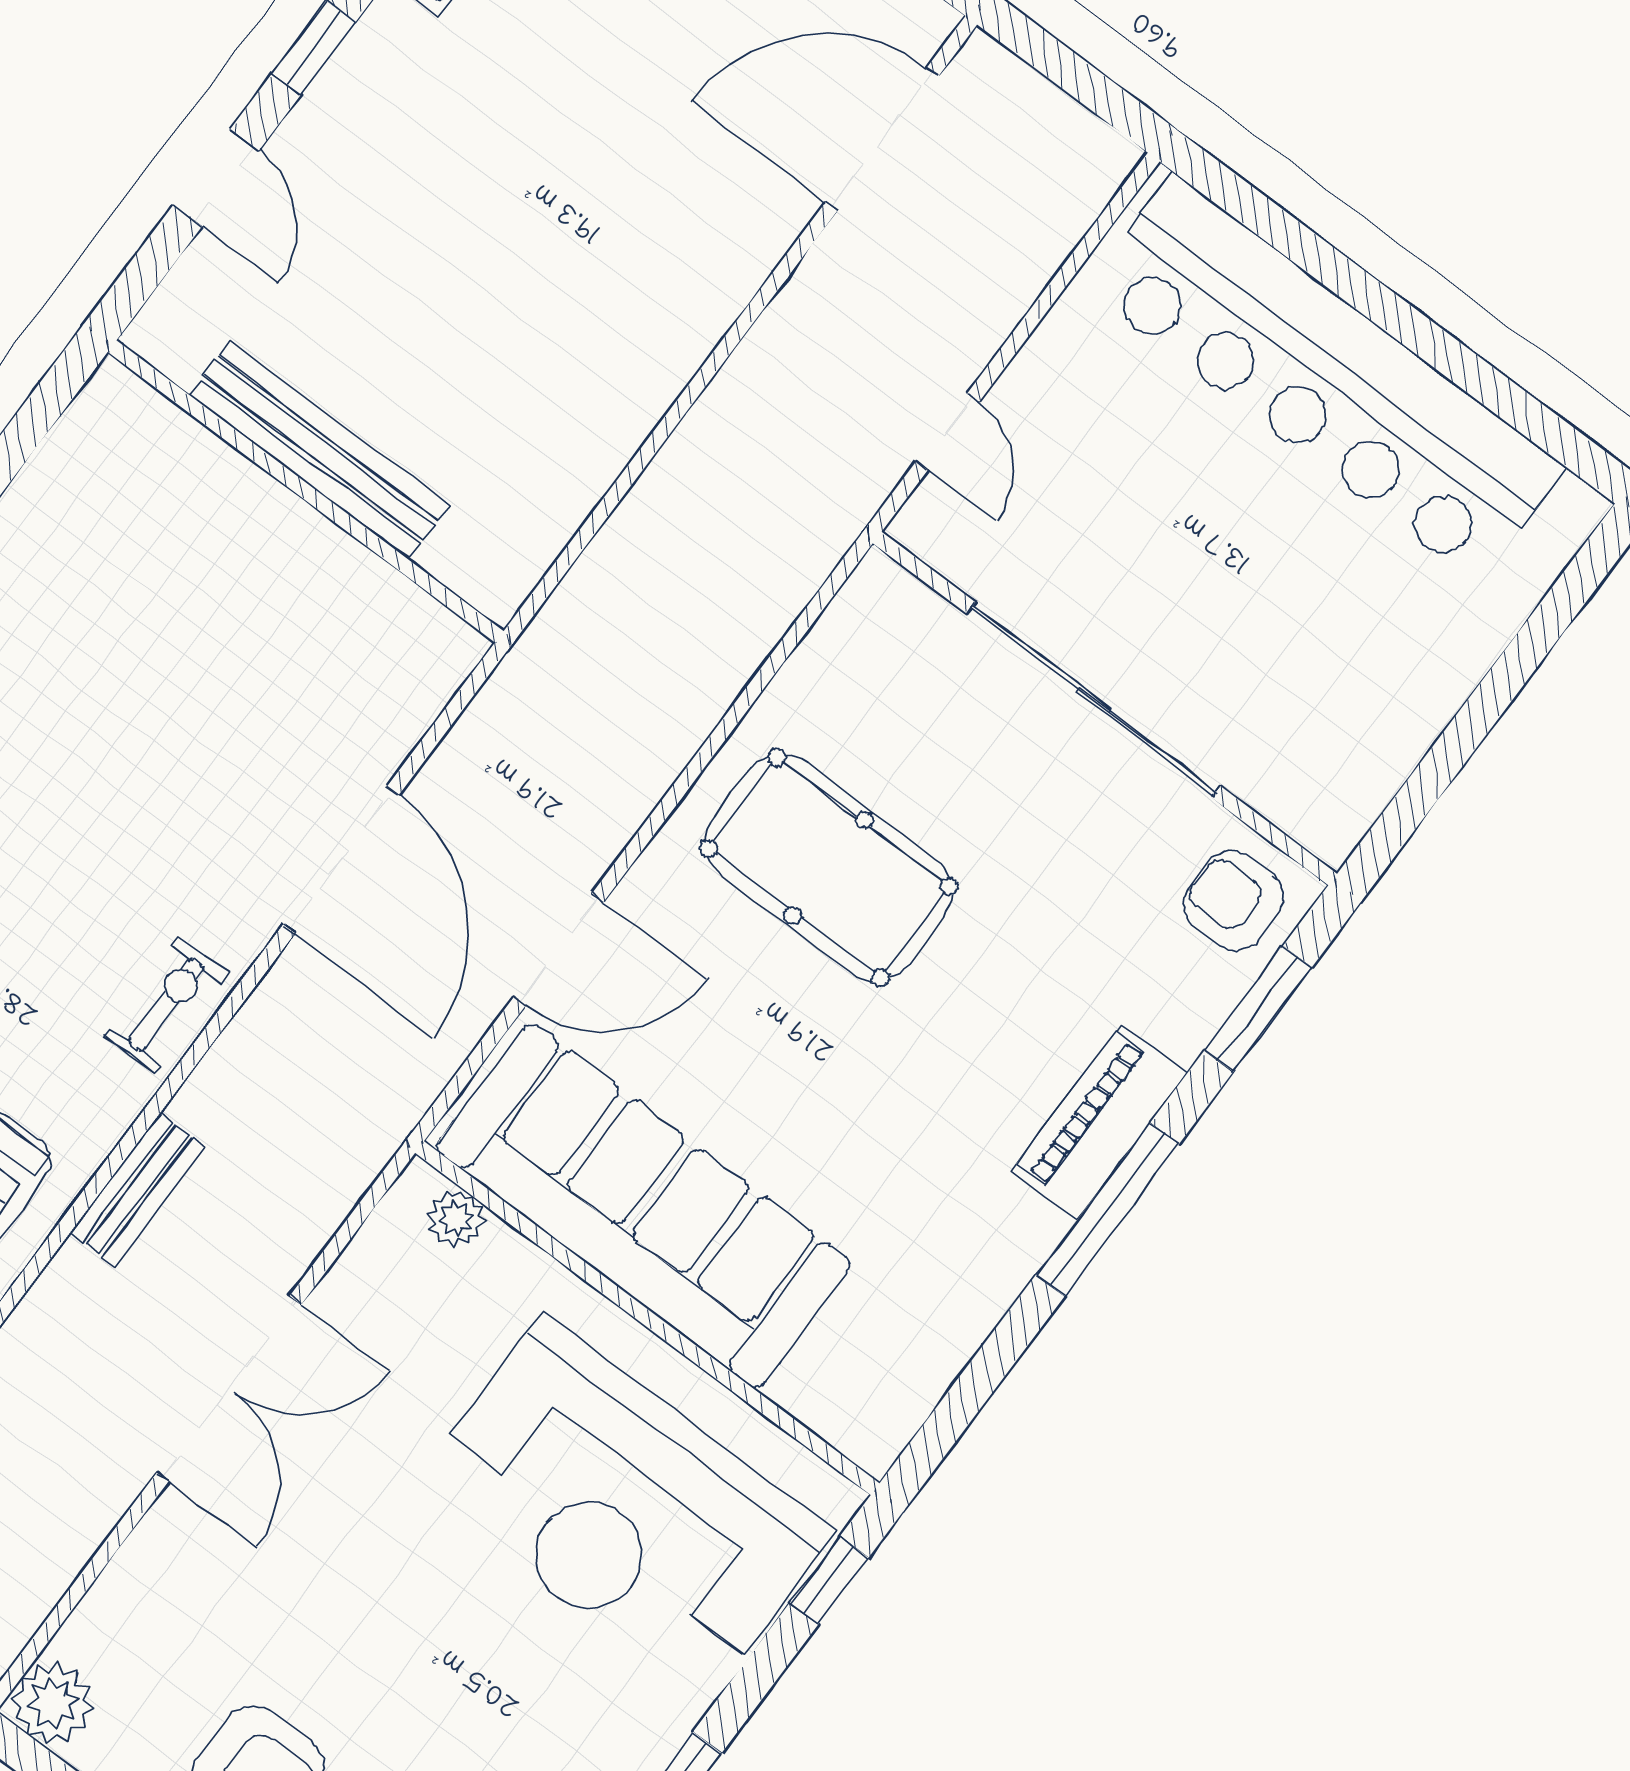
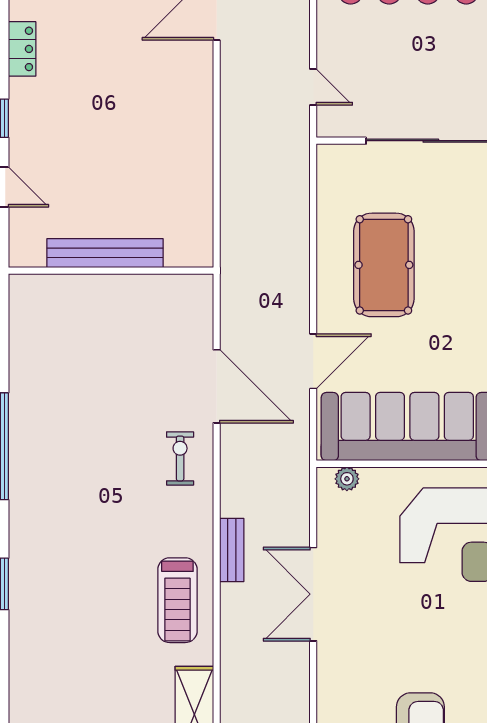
pool table: (829, 868) -> (384, 265), turned 90
exercise bike: (166, 1005) -> (180, 458), moved
double door: (229, 1389) -> (313, 594), swing flipped

